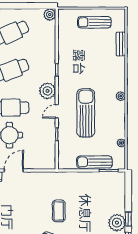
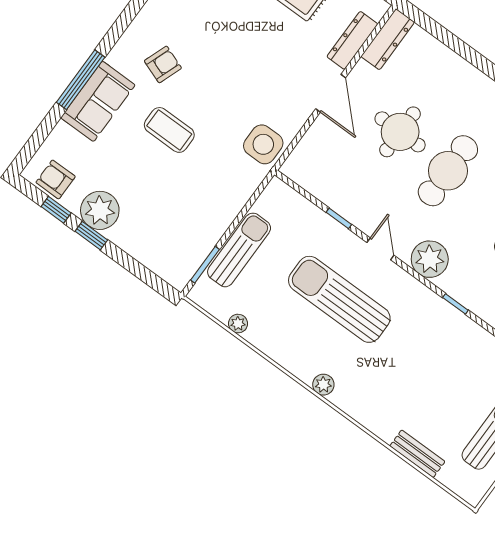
sun lounger: (86, 113) -> (339, 299), turned 180
side table: (50, 181) -> (263, 144), added
coffee table: (59, 211) -> (169, 130), moved

